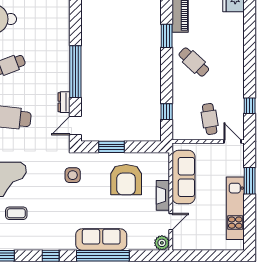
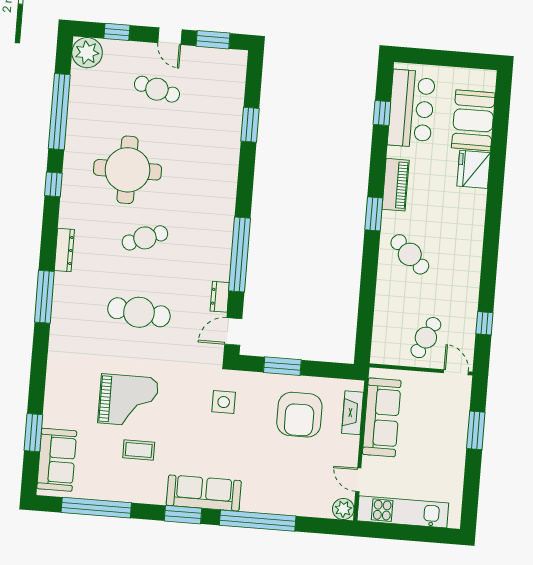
window: (167, 112) -> (365, 322), removed
cafe table: (210, 119) -> (426, 338), turned 34
fireplace: (163, 195) -> (353, 413), moved
kitchen unit: (235, 208) -> (403, 512), moved, turned 90
door: (171, 222) -> (358, 480), swing flipped
sofa: (101, 239) -> (204, 493), moved
window: (51, 256) -> (183, 515), width x1.50

